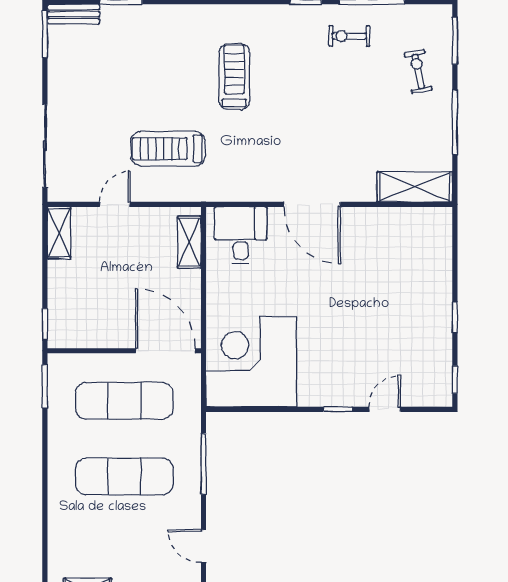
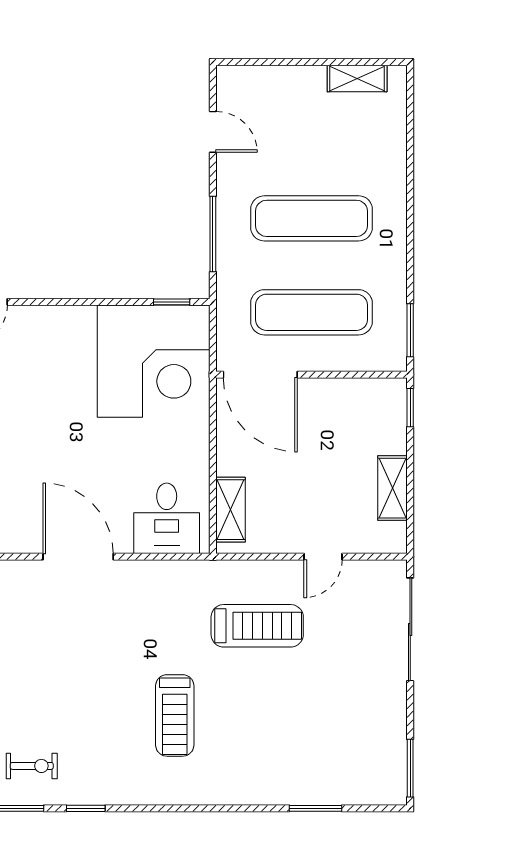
bench: (73, 14) -> (375, 793), removed
shelving: (59, 233) -> (392, 488), moved
window: (338, 409) -> (172, 302), moved

